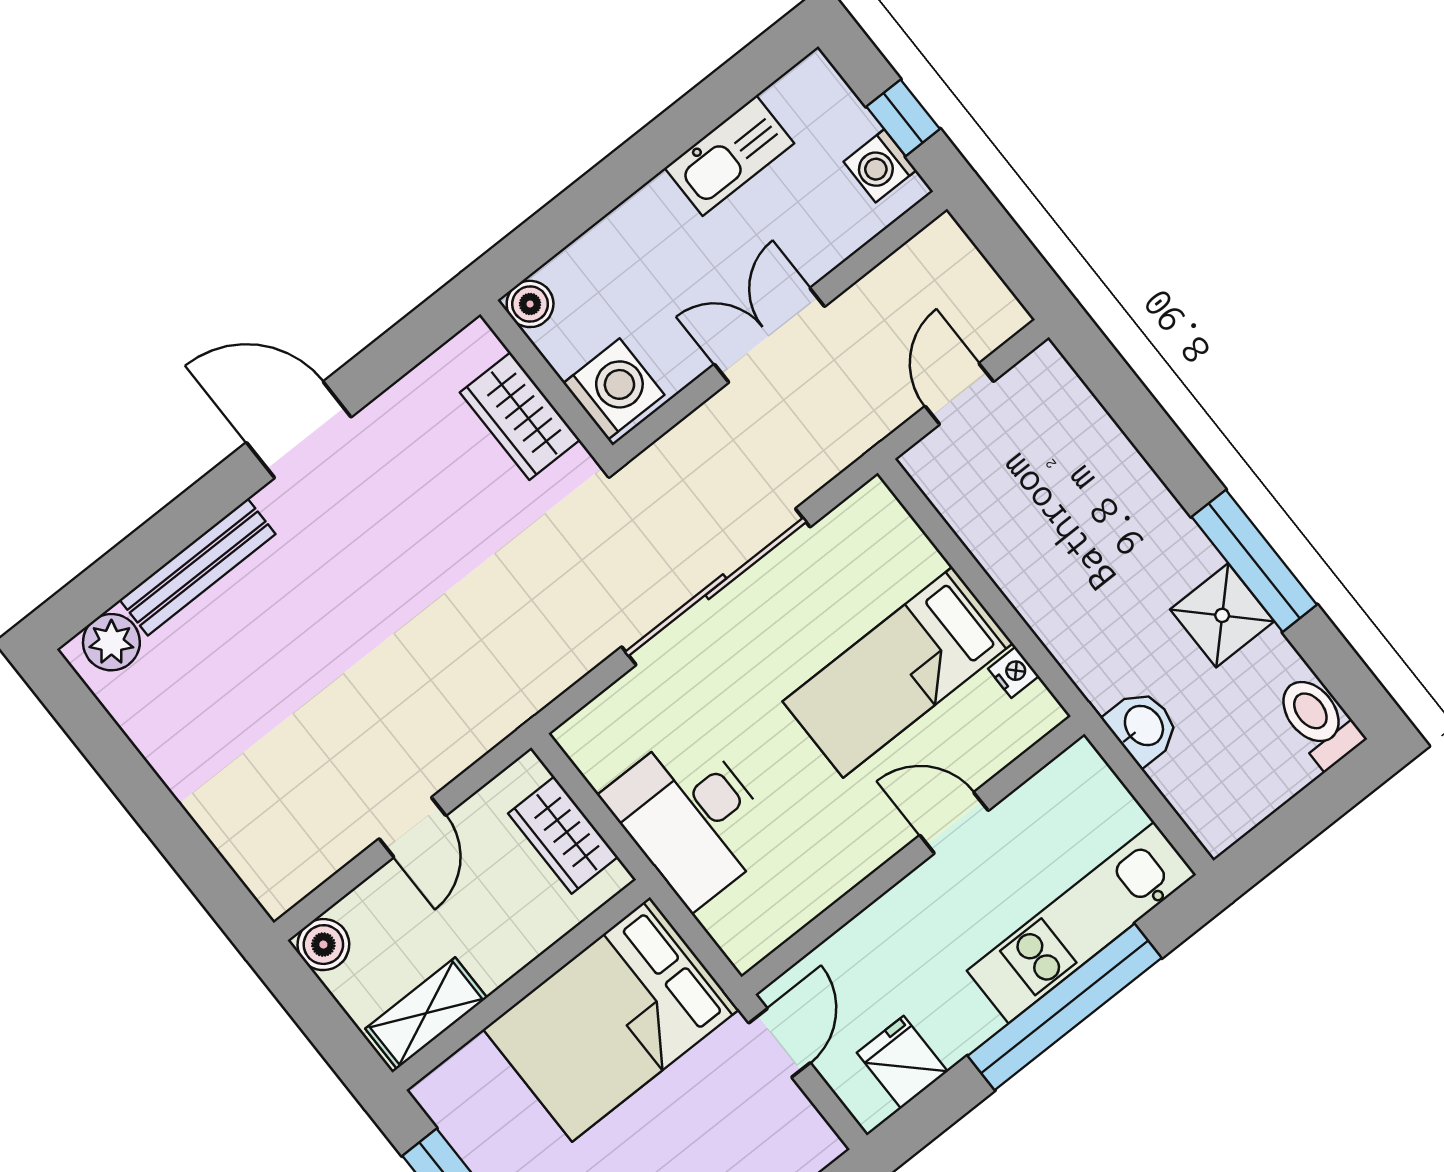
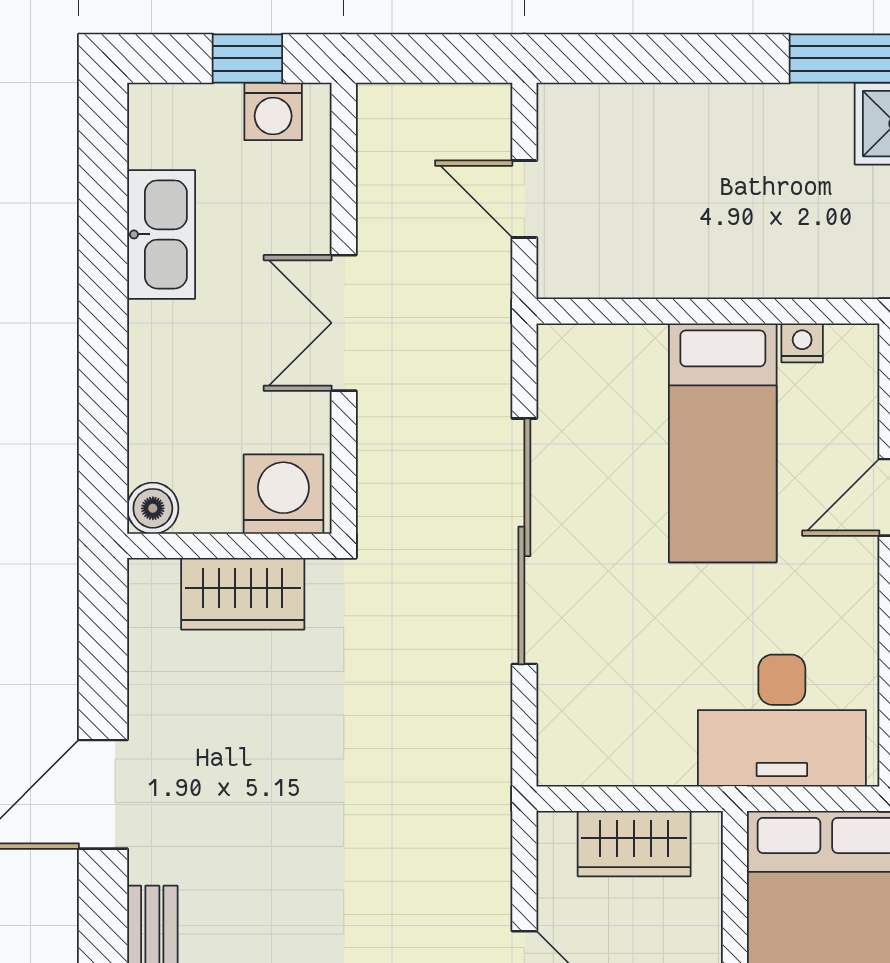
desk: (691, 817) -> (782, 721), moved

